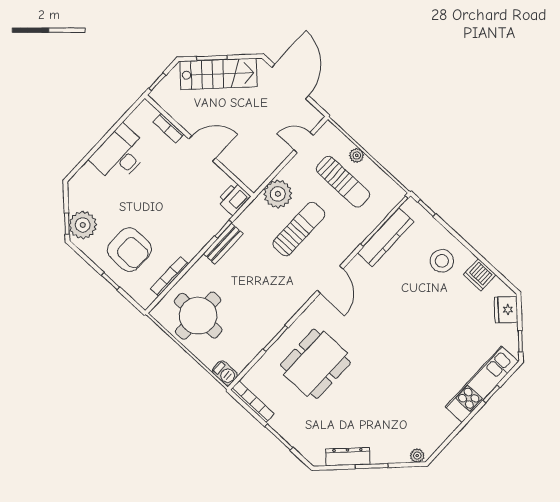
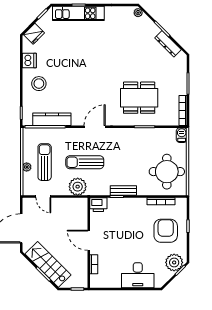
desk: (120, 155) -> (138, 275), moved

